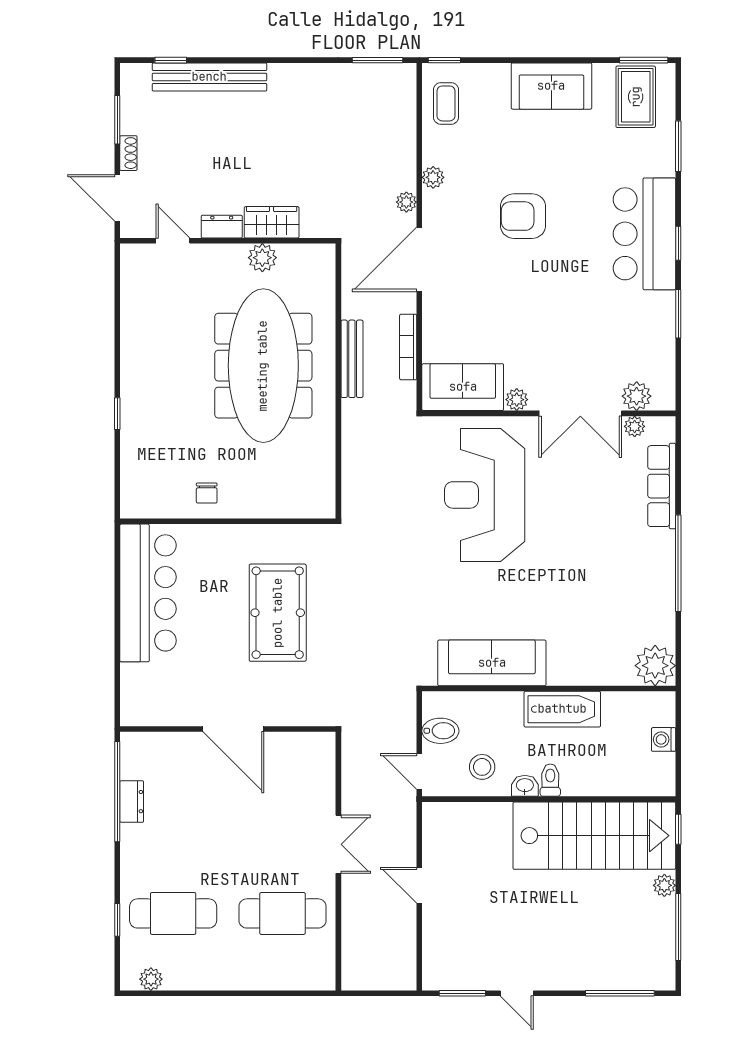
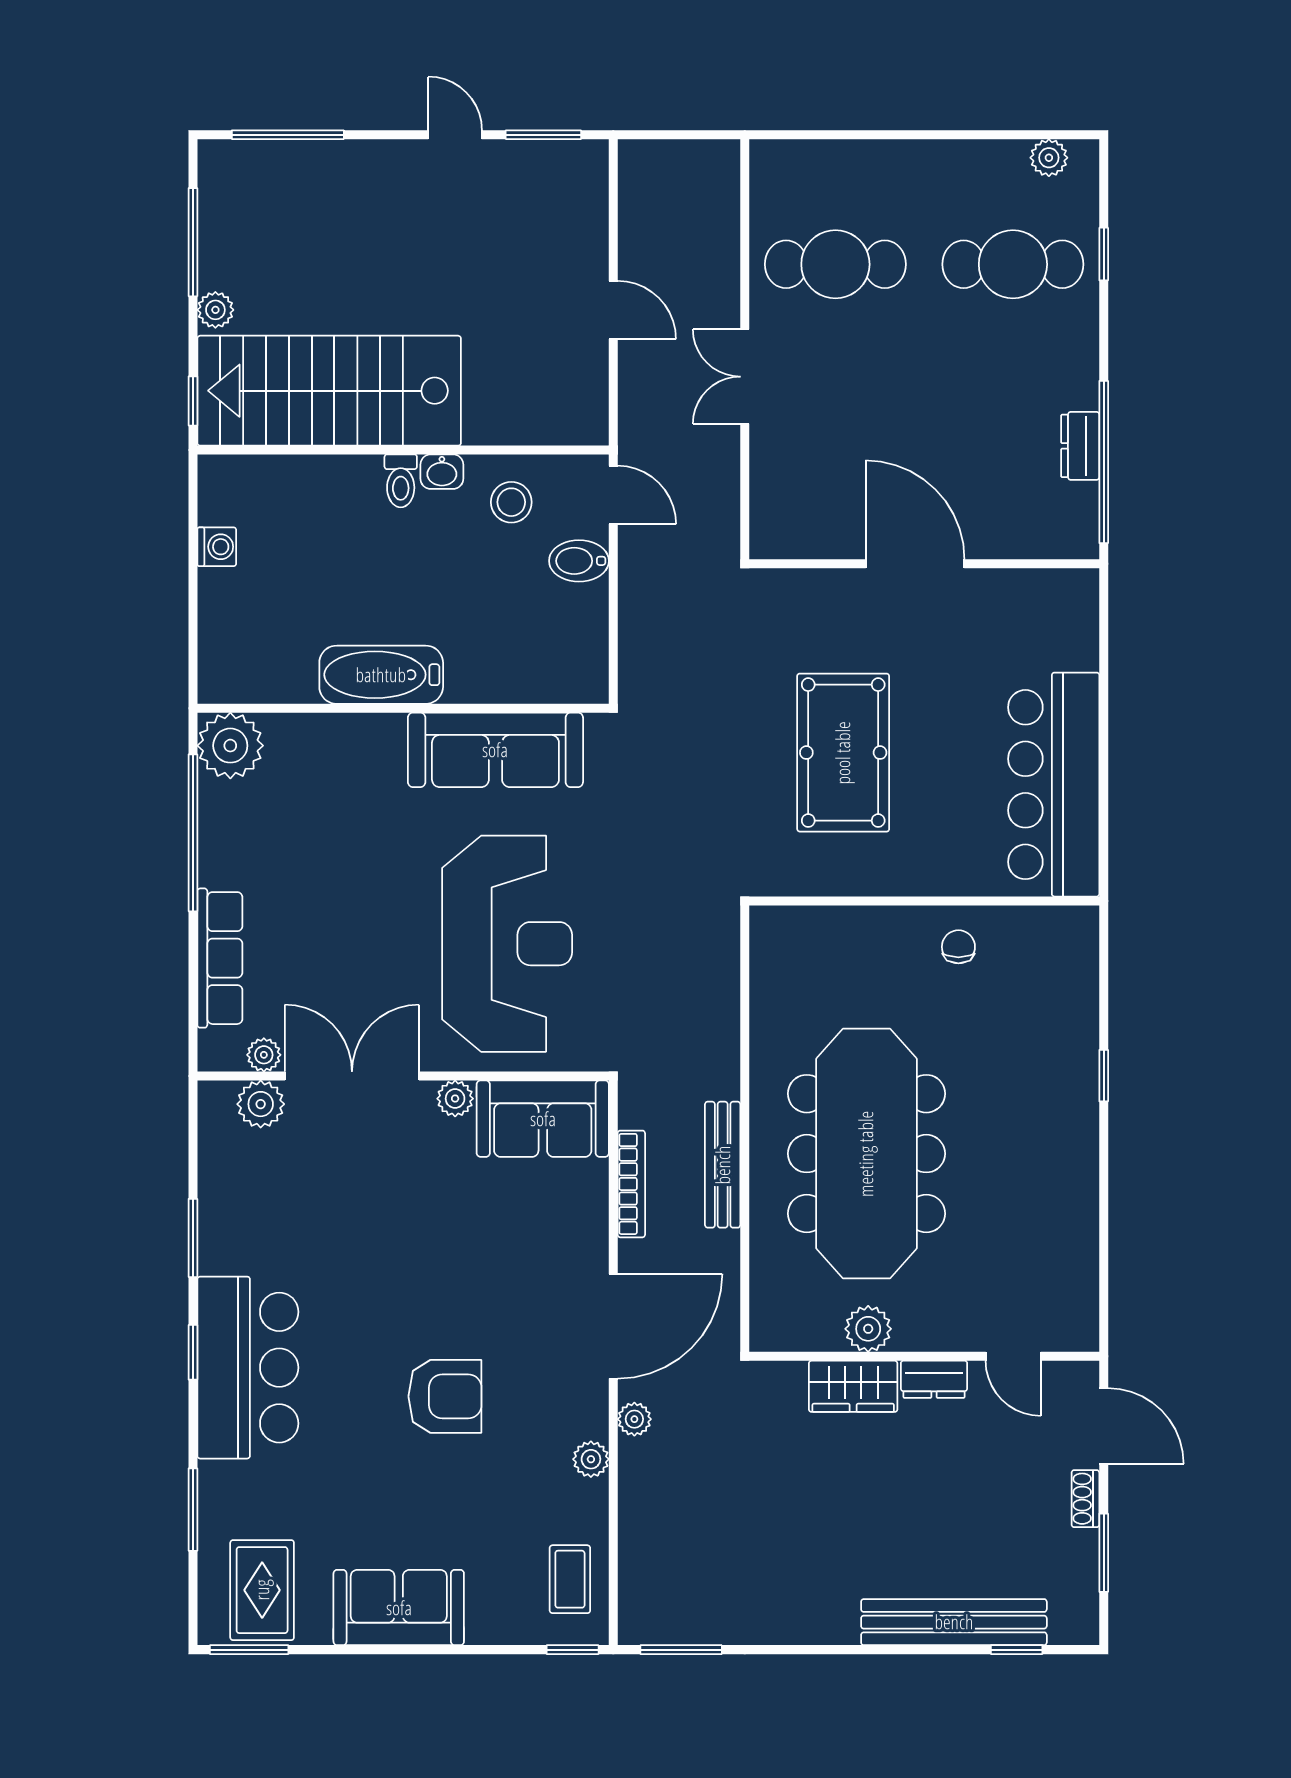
sofa: (492, 663) -> (495, 750), moved
plant: (655, 666) -> (230, 746), moved
wall: (549, 688) -> (403, 708), moved
bathtub: (562, 709) -> (381, 675), moved

